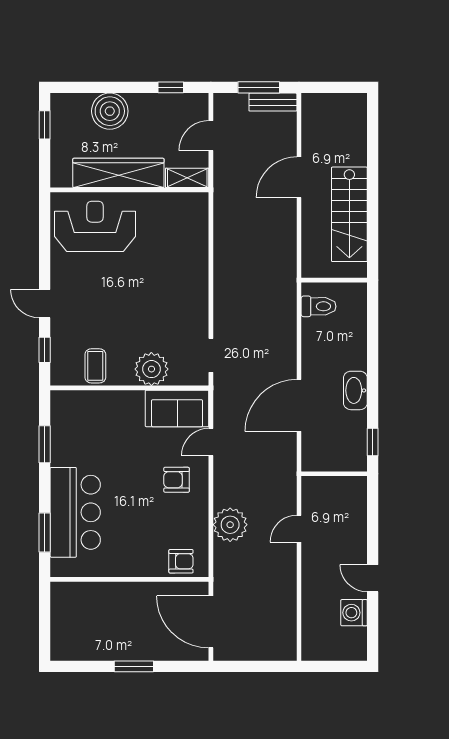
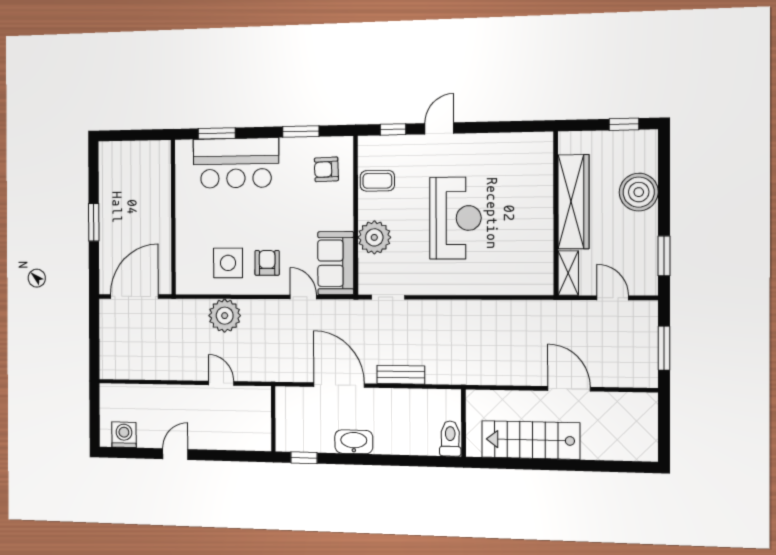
window: (171, 87) -> (664, 256), width x1.50
bench: (273, 102) -> (401, 375), moved, turned 90
reception desk: (95, 226) -> (455, 218), moved
toilet: (319, 306) -> (450, 439), moved, turned 180
side table: (177, 521) -> (228, 263), added
armchair: (181, 561) -> (326, 169), moved, turned 88
washing machine: (354, 613) -> (124, 435), moved

